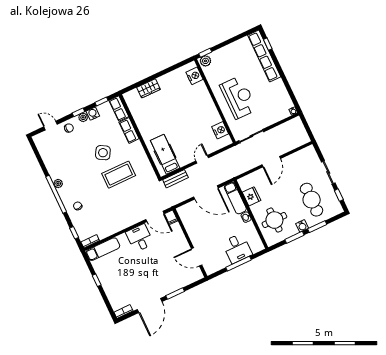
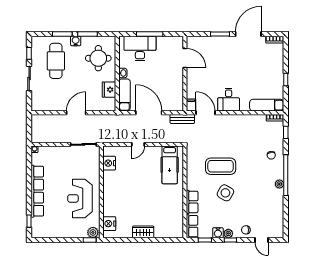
row of seats: (264, 56) -> (37, 191), moved
wardrobe: (148, 88) -> (143, 232), moved
reception desk: (238, 97) -> (80, 198), moved
bench: (175, 179) -> (182, 119), moved
desk: (237, 248) -> (140, 48), width x1.37

